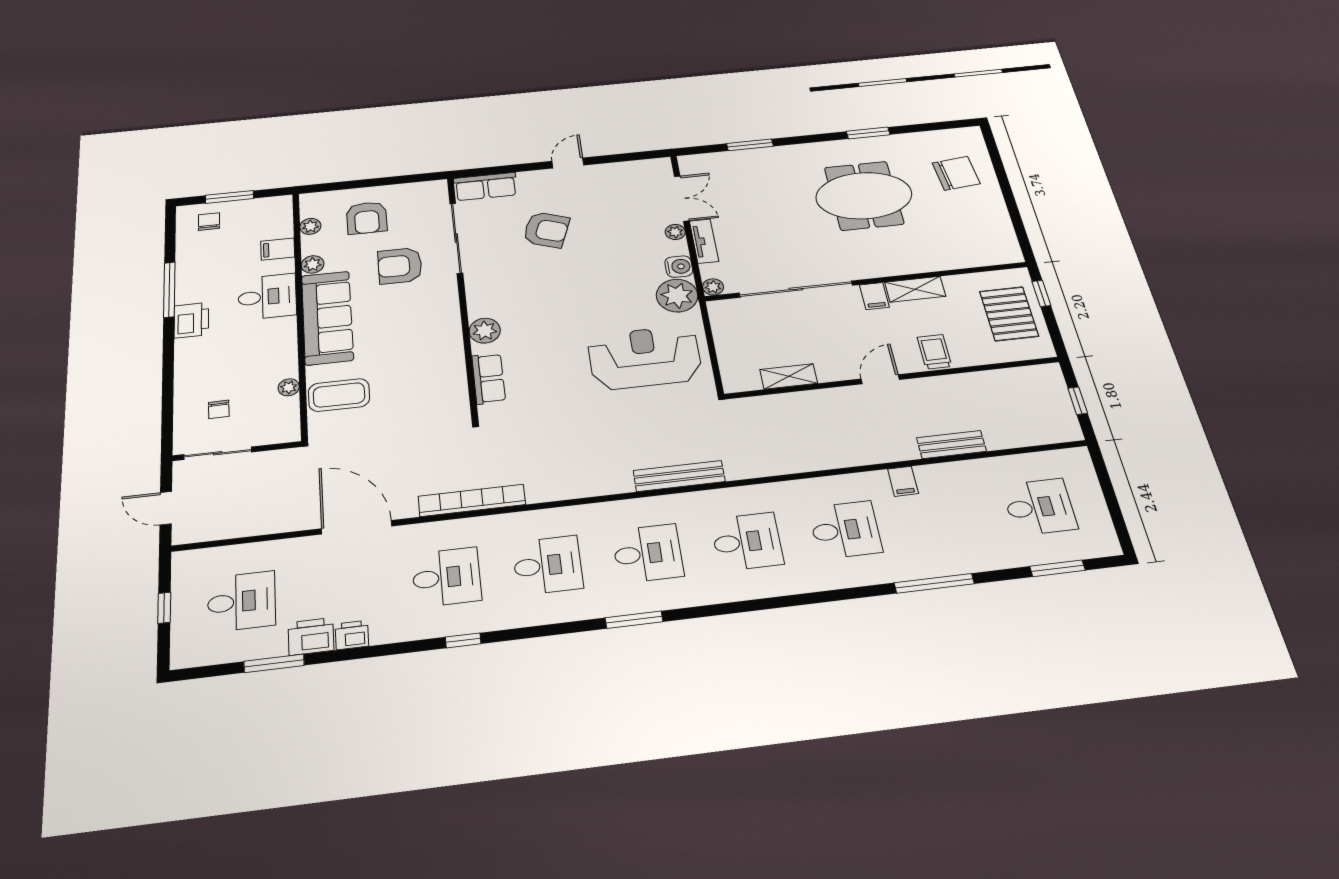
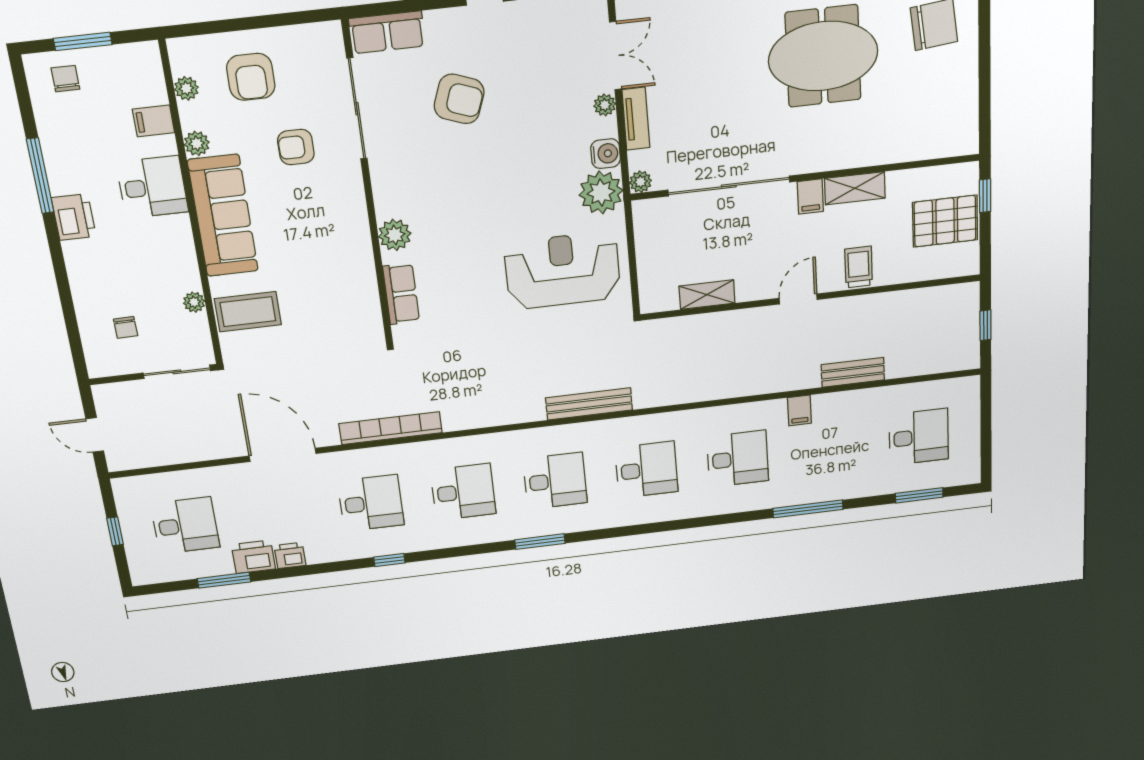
armchair: (400, 266) -> (296, 147), width x0.72, depth x0.72
pallet: (1009, 314) -> (945, 221), turned 90
sliding door: (218, 453) -> (177, 372), moved

